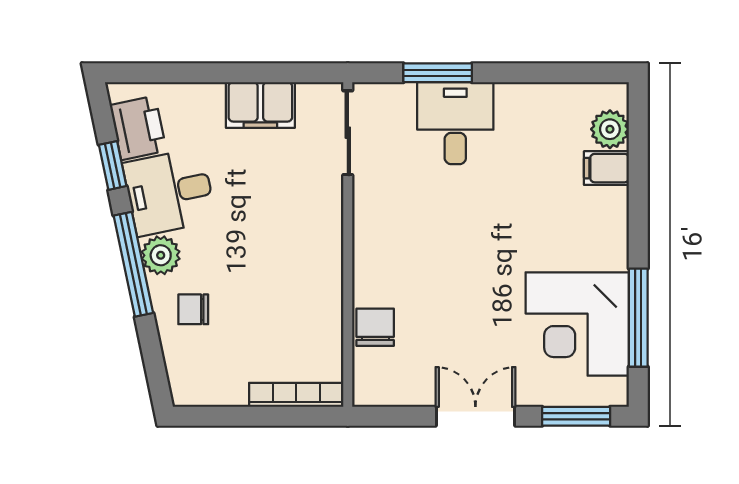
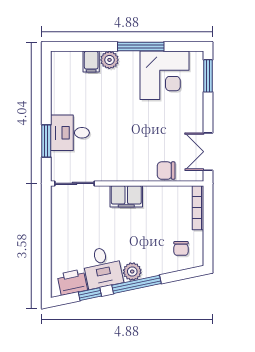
filing cabinet: (260, 105) -> (126, 196), moved, turned 90
plant: (610, 129) -> (109, 60), moved
chair: (193, 309) -> (181, 248), moved
window: (638, 318) -> (141, 47), moved
double door: (475, 416) -> (208, 152), moved

